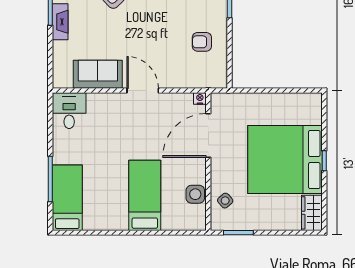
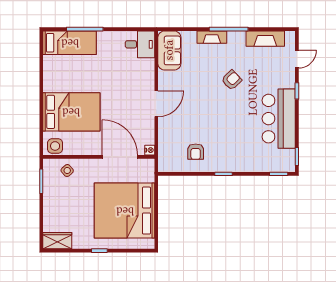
armchair: (202, 42) -> (196, 152), turned 180
sofa: (98, 74) -> (169, 50), moved
bed: (285, 160) -> (125, 211), moved, turned -90
side table: (195, 194) -> (55, 146), moved
bed: (145, 195) -> (71, 112), width x1.50

